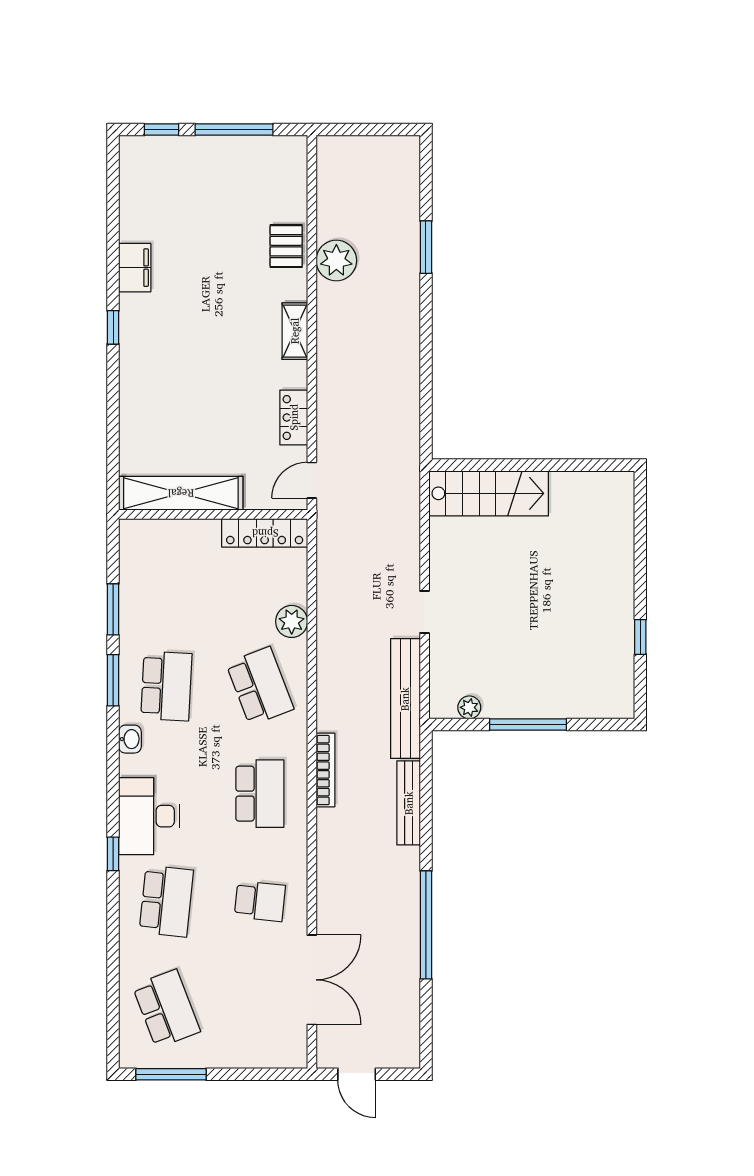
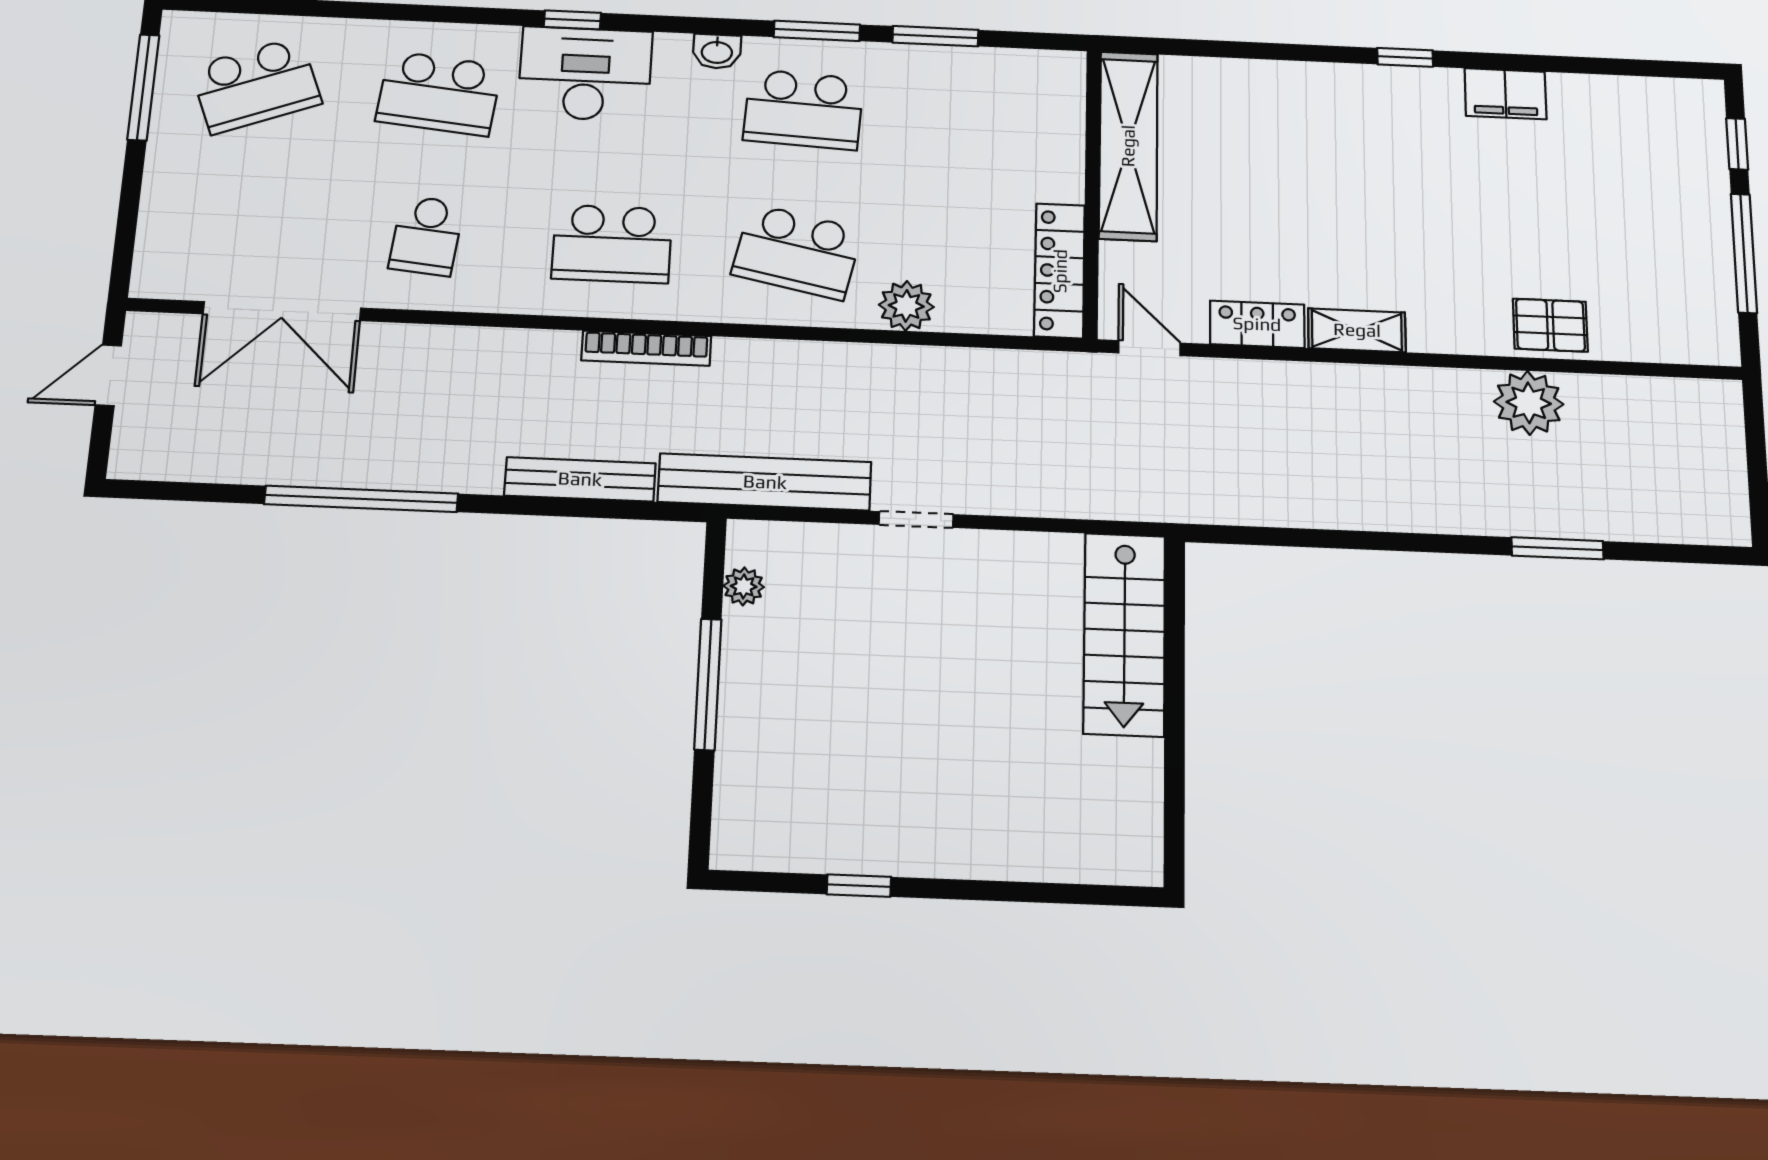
shelving: (295, 331) -> (1357, 330), moved
school desk: (260, 686) -> (797, 252), turned 33
window: (113, 854) -> (572, 20), moved

